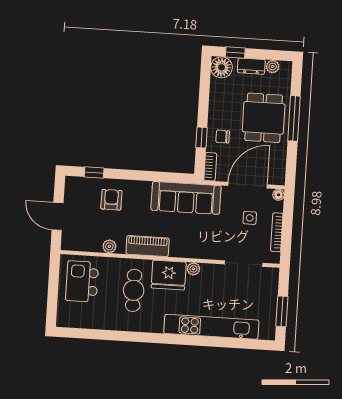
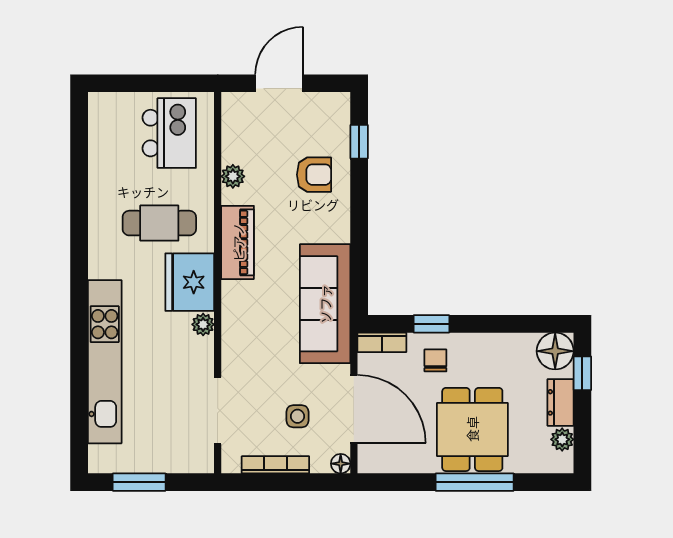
dining table: (264, 118) -> (472, 429), turned 90
kitchen island: (82, 281) -> (169, 133), turned 90

